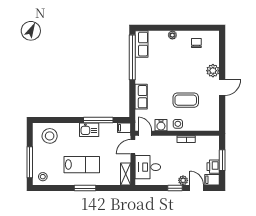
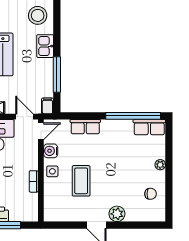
kitchen sink: (89, 130) -> (45, 46), moved

